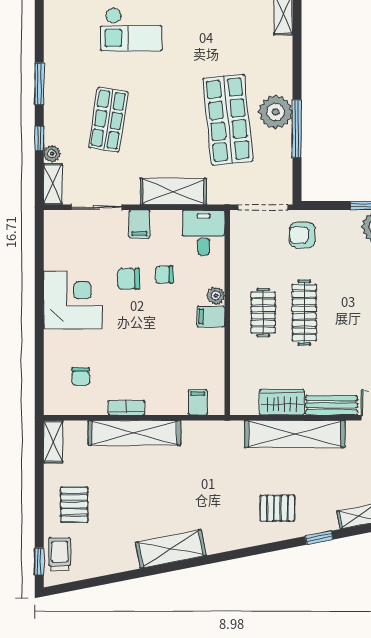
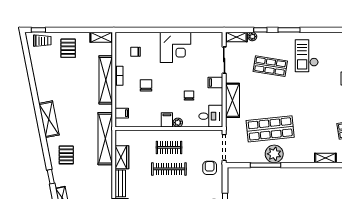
checkout: (131, 29) -> (307, 56), moved
chair: (128, 279) -> (146, 85), moved
shelving: (295, 434) -> (105, 139), moved
pallet: (74, 505) -> (68, 48), turned 90
shelving: (171, 549) -> (49, 119), moved

